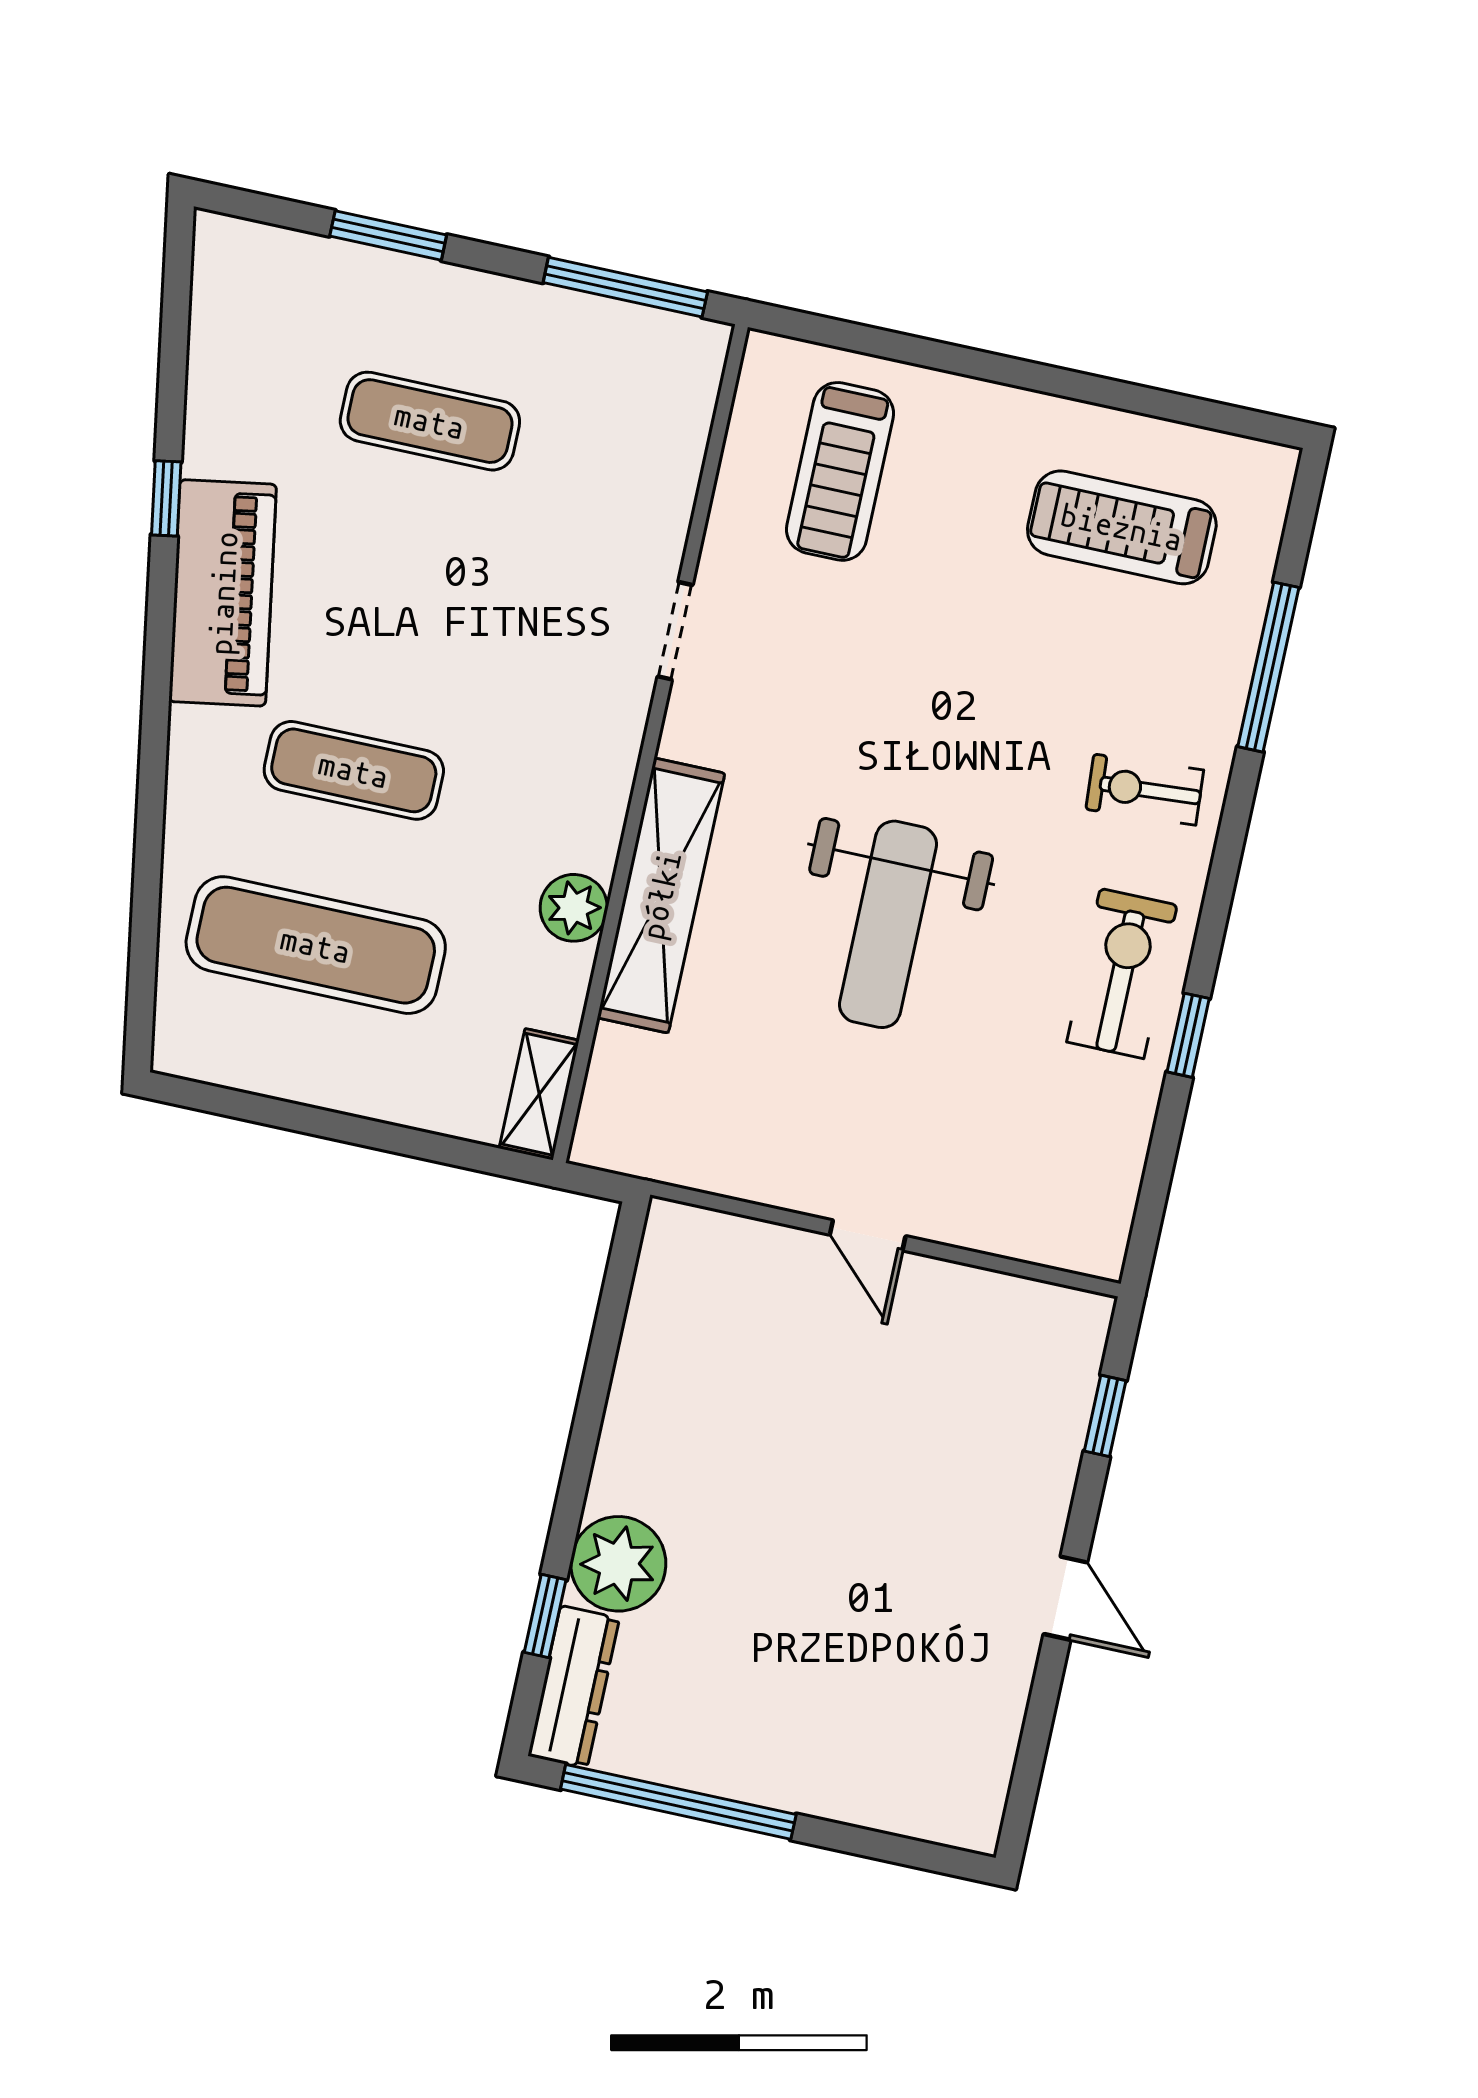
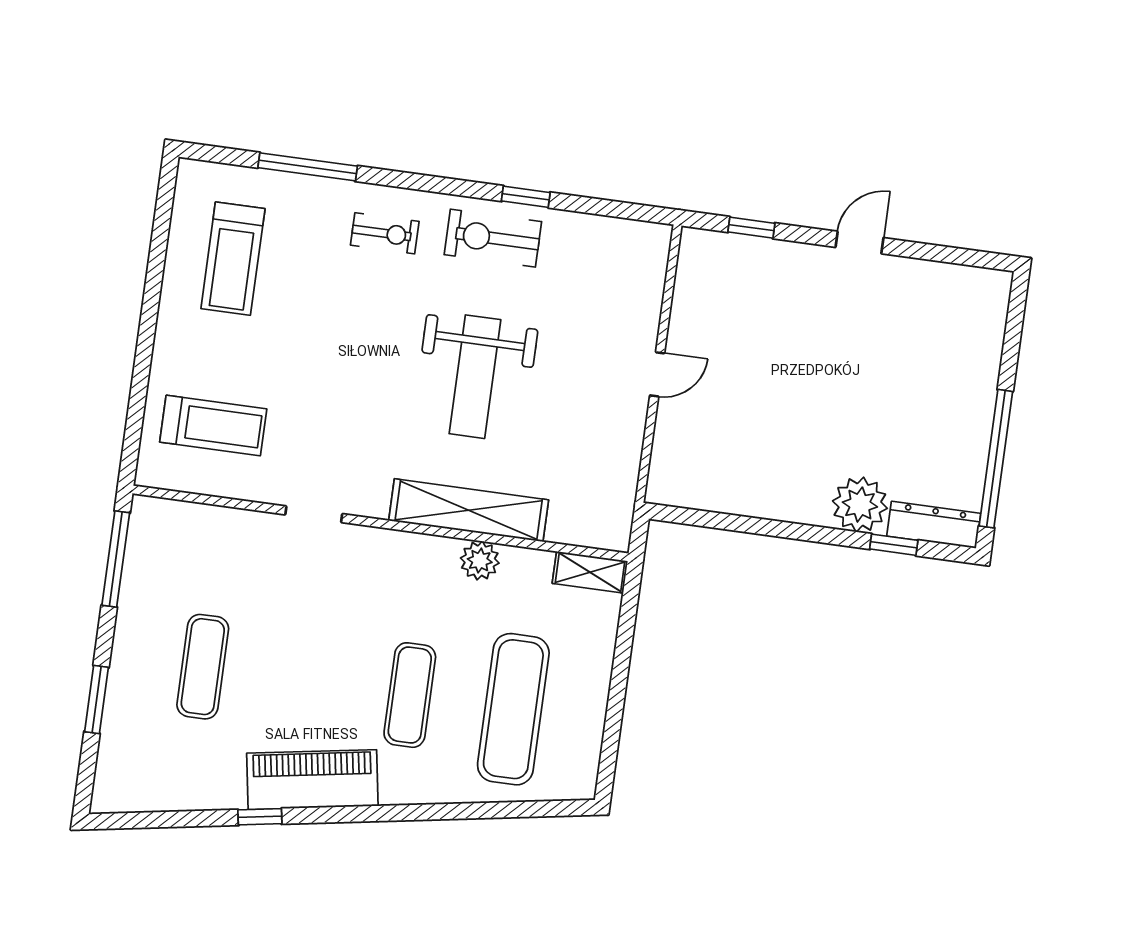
exercise bike: (1145, 790) -> (385, 233), turned -86
weight bench: (888, 924) -> (475, 377), turned 90

